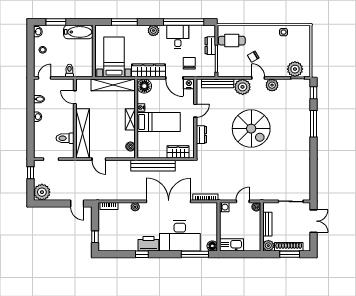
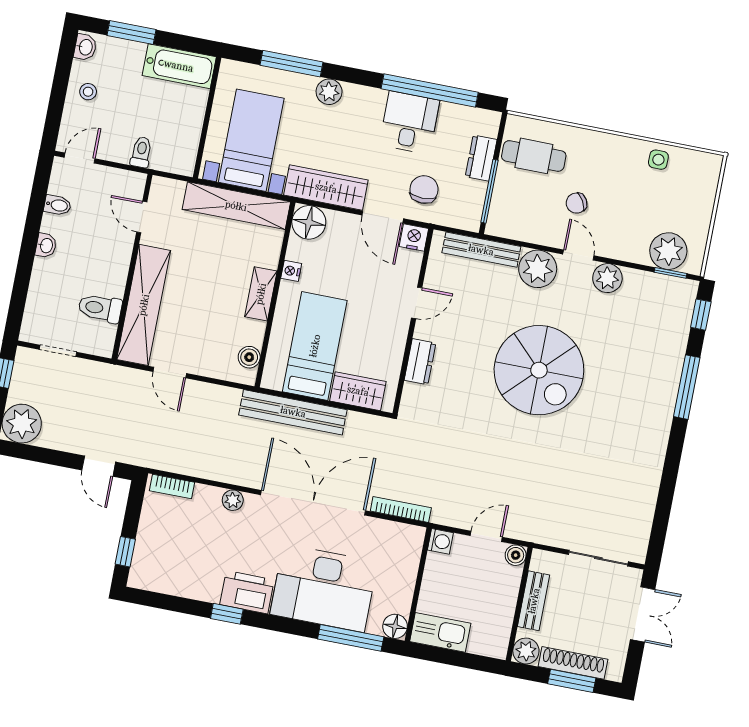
plant: (153, 31) -> (329, 92), moved
bed: (159, 122) -> (315, 346), moved, turned -90

